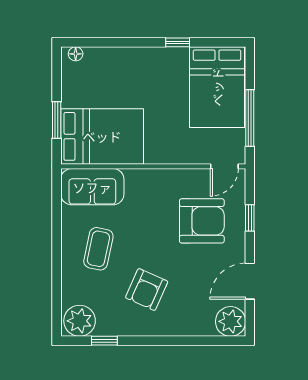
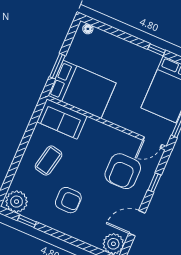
armchair: (202, 221) -> (123, 171), turned 90
armchair: (147, 290) -> (68, 200), turned -114

